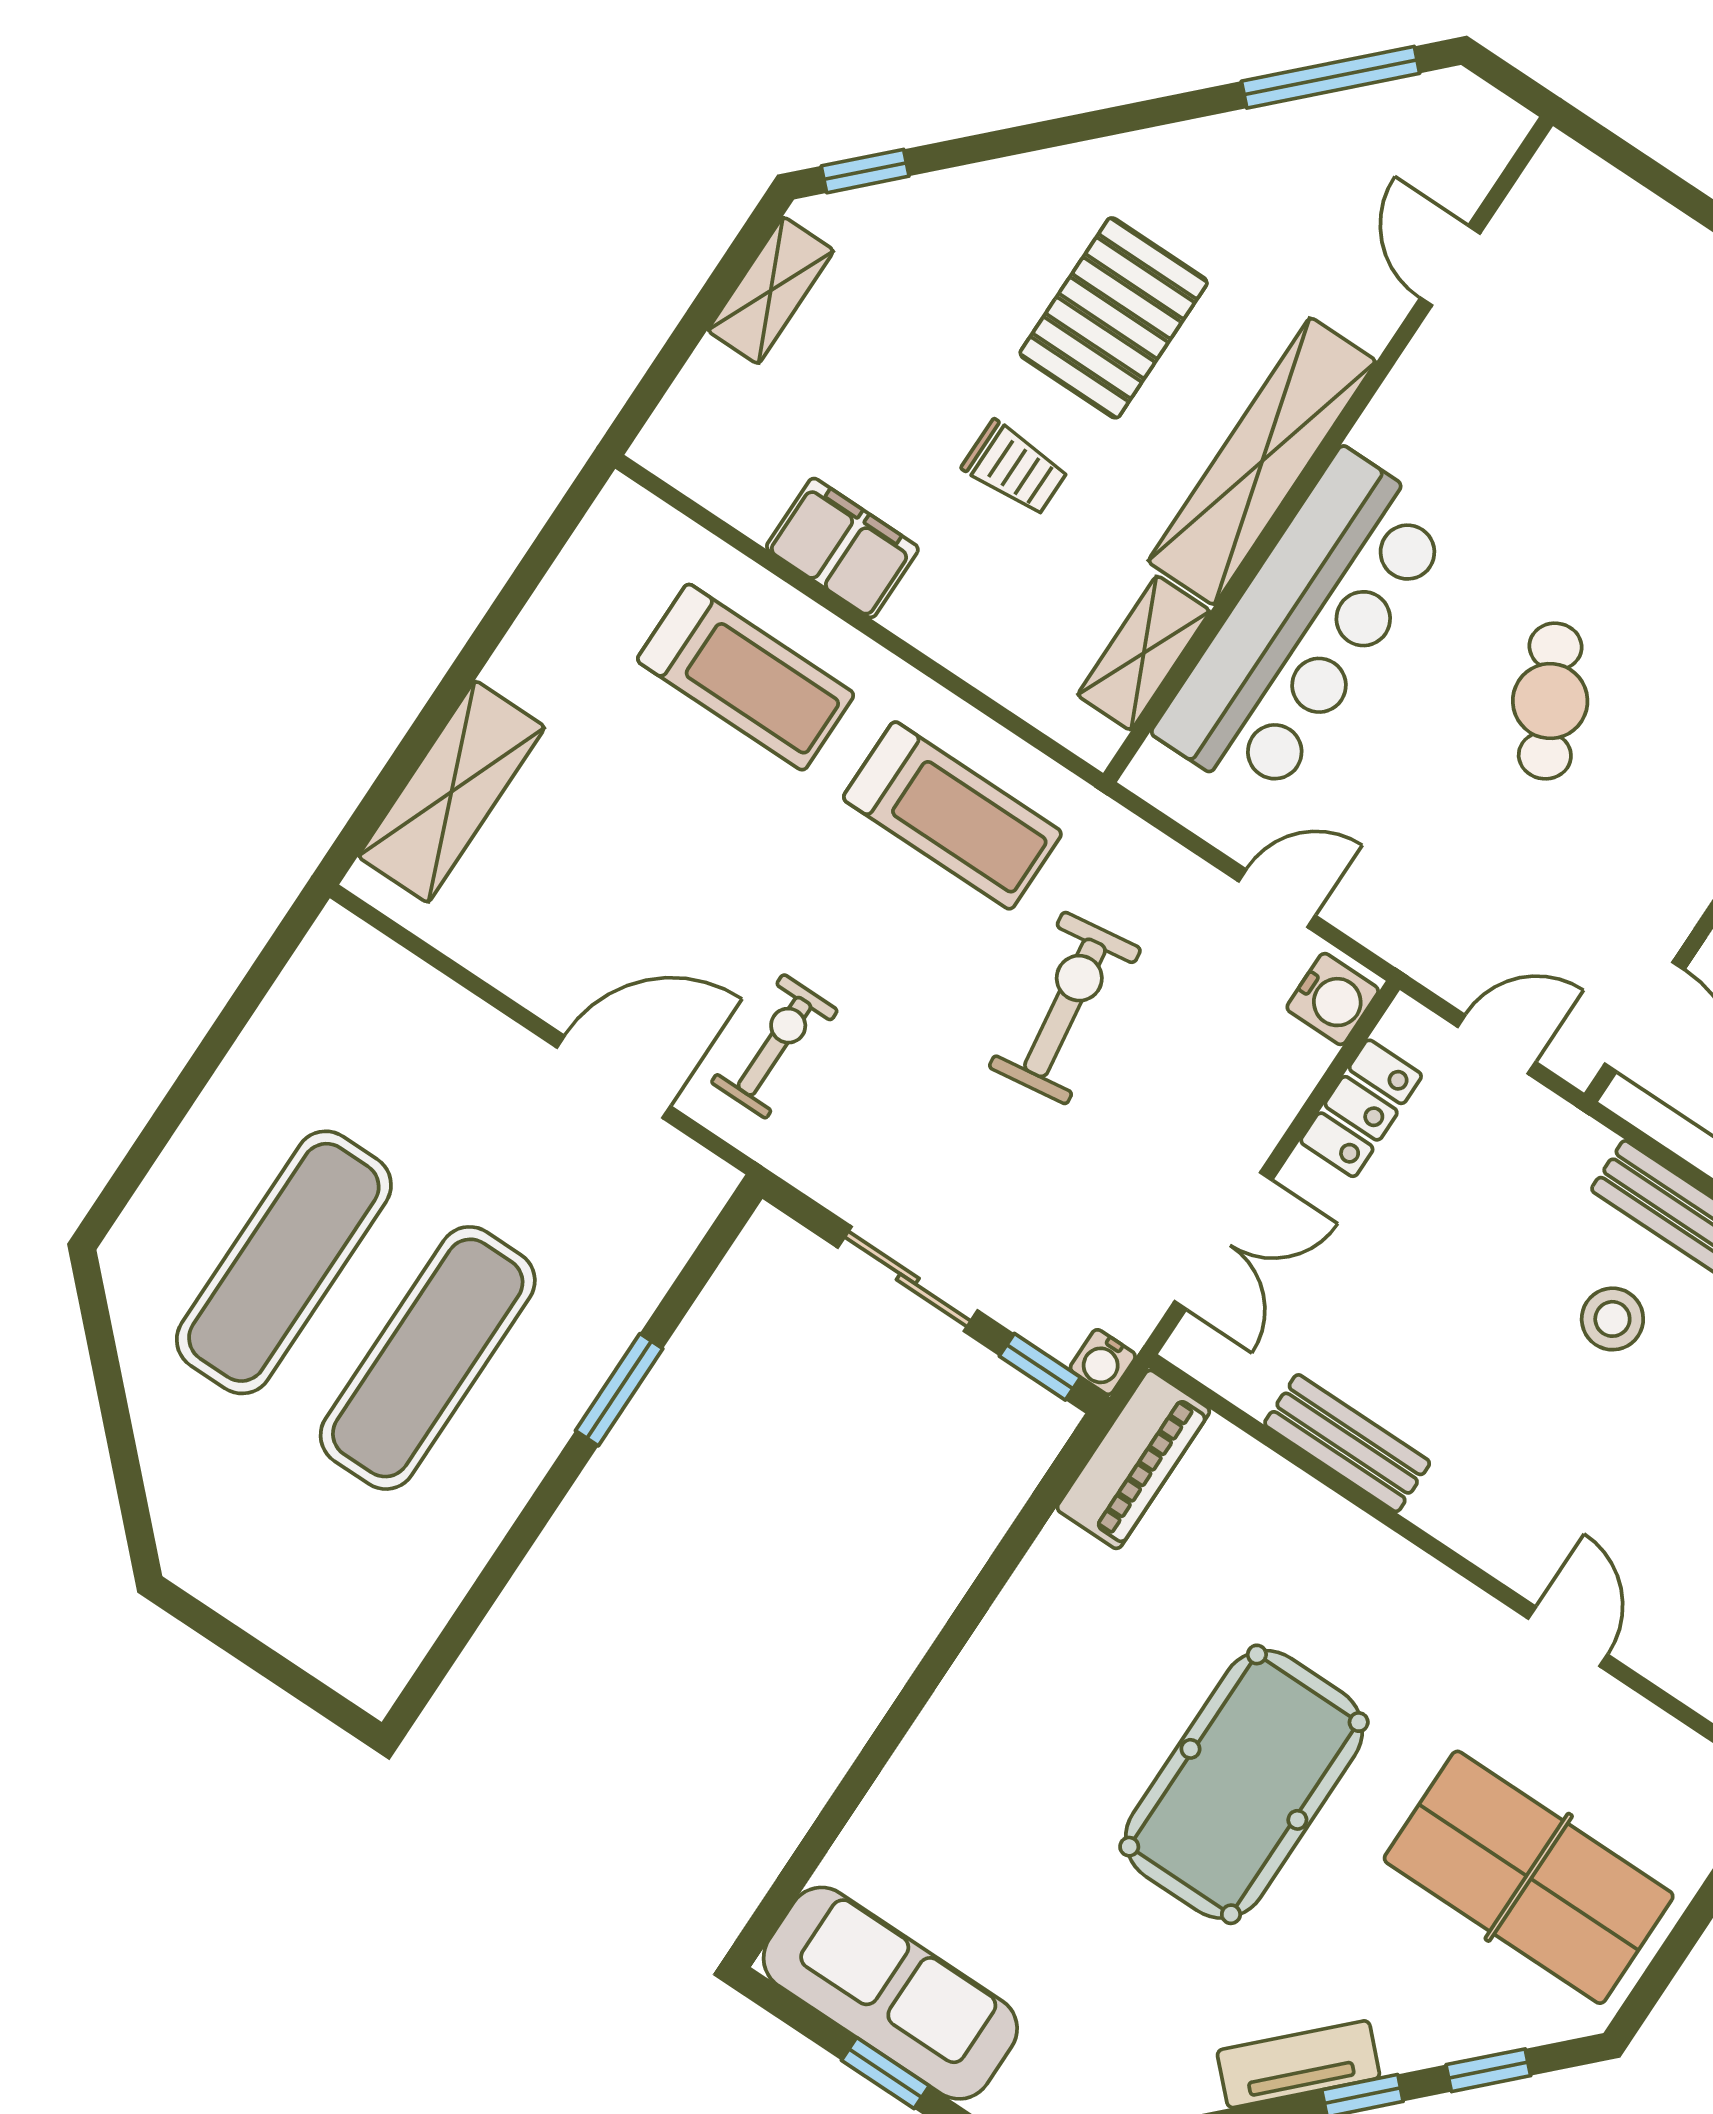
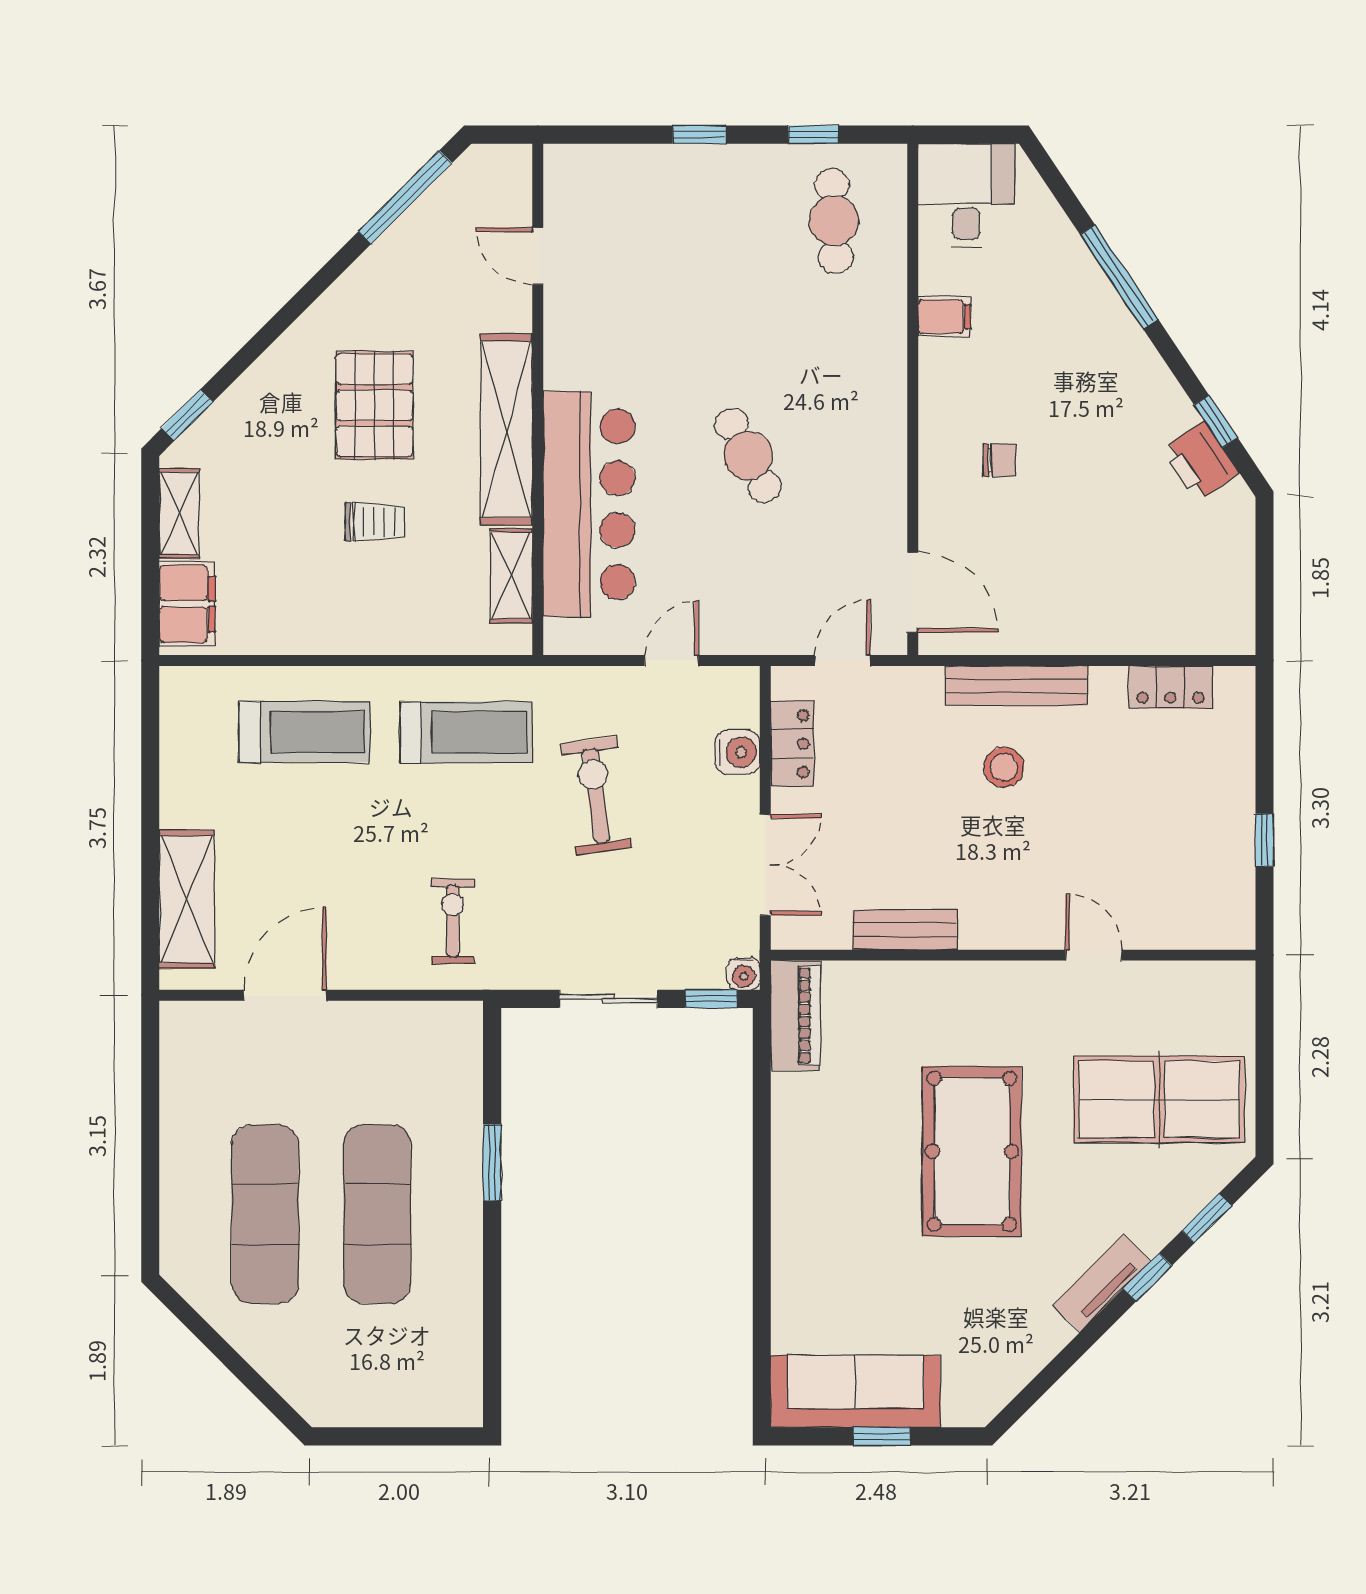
filing cabinet: (842, 548) -> (187, 604), moved, turned 90
water cooler: (1333, 999) -> (738, 752), moved
door: (614, 1077) -> (285, 995), moved

